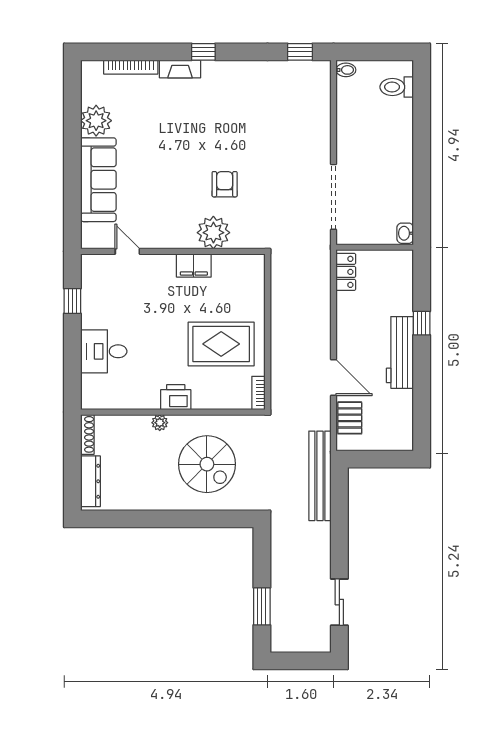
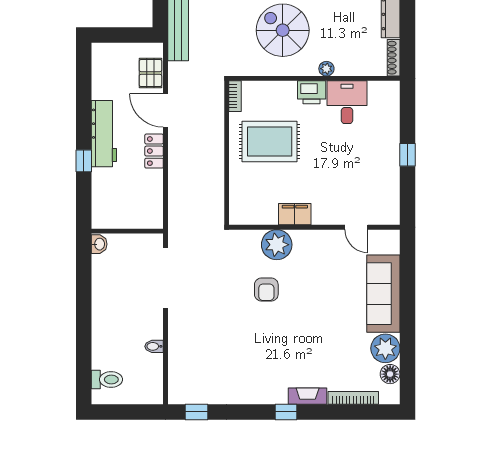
bidet: (346, 70) -> (154, 346), moved
floor lamp: (91, 93) -> (390, 374), added
locker: (346, 272) -> (154, 151), moved
window: (72, 301) -> (407, 155), moved
desk: (104, 351) -> (347, 102), moved, turned -90

